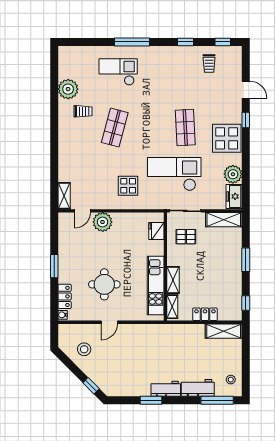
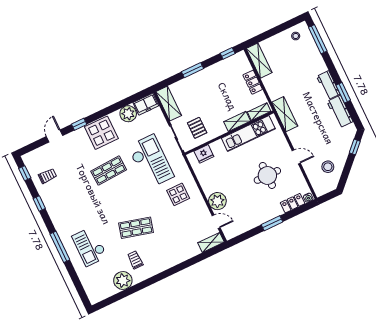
checkout: (174, 174) -> (151, 161), turned 180
shelving: (158, 331) -> (285, 114), added
workbench: (198, 388) -> (340, 112), moved

